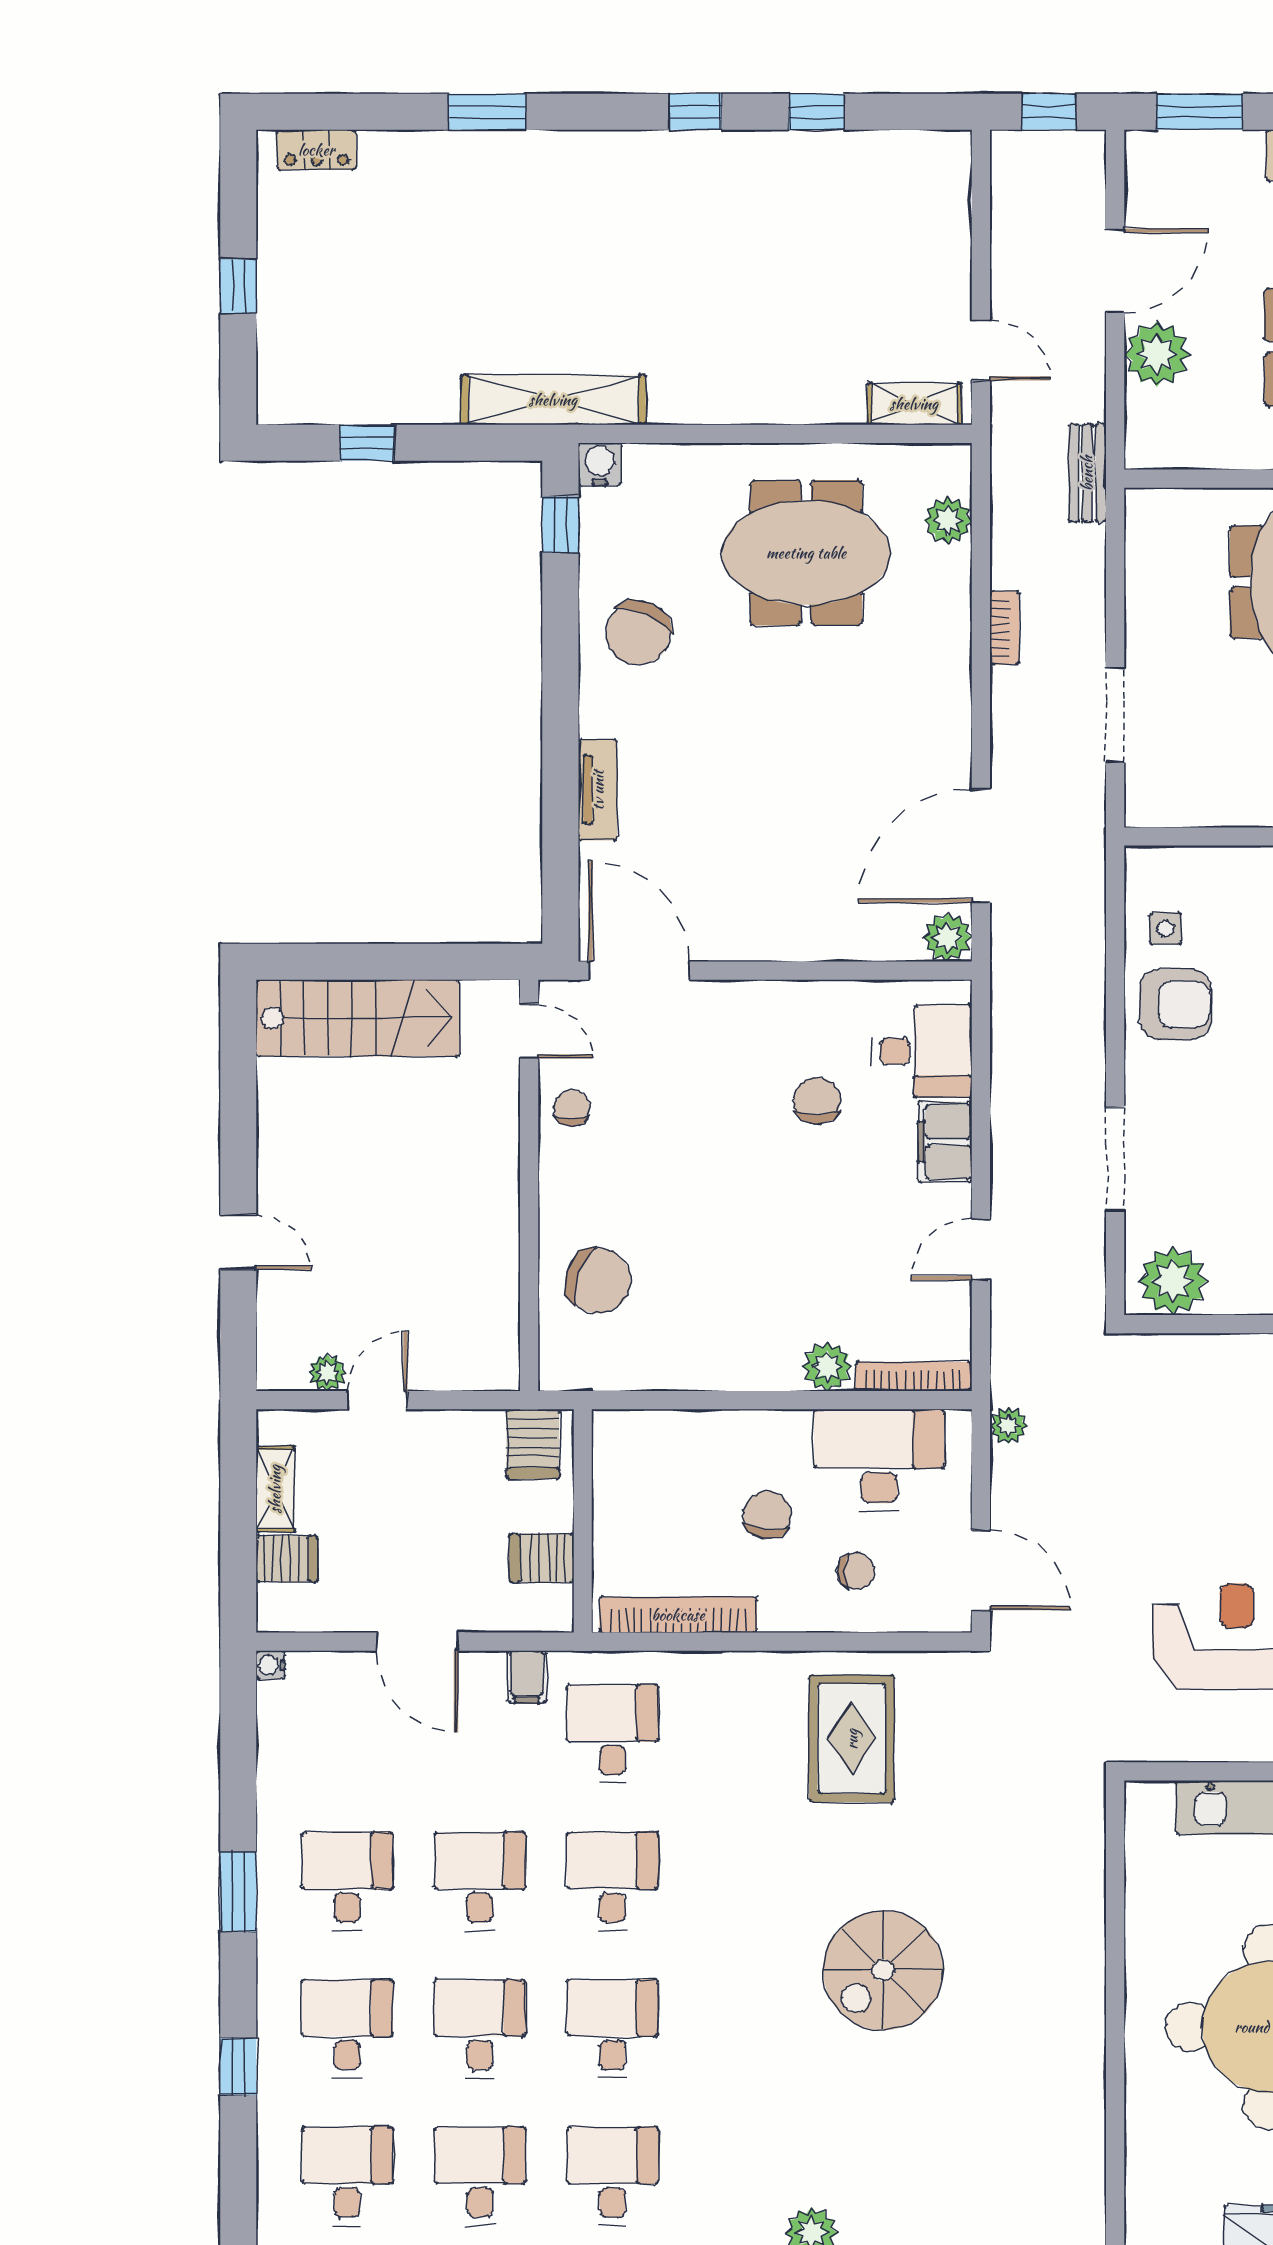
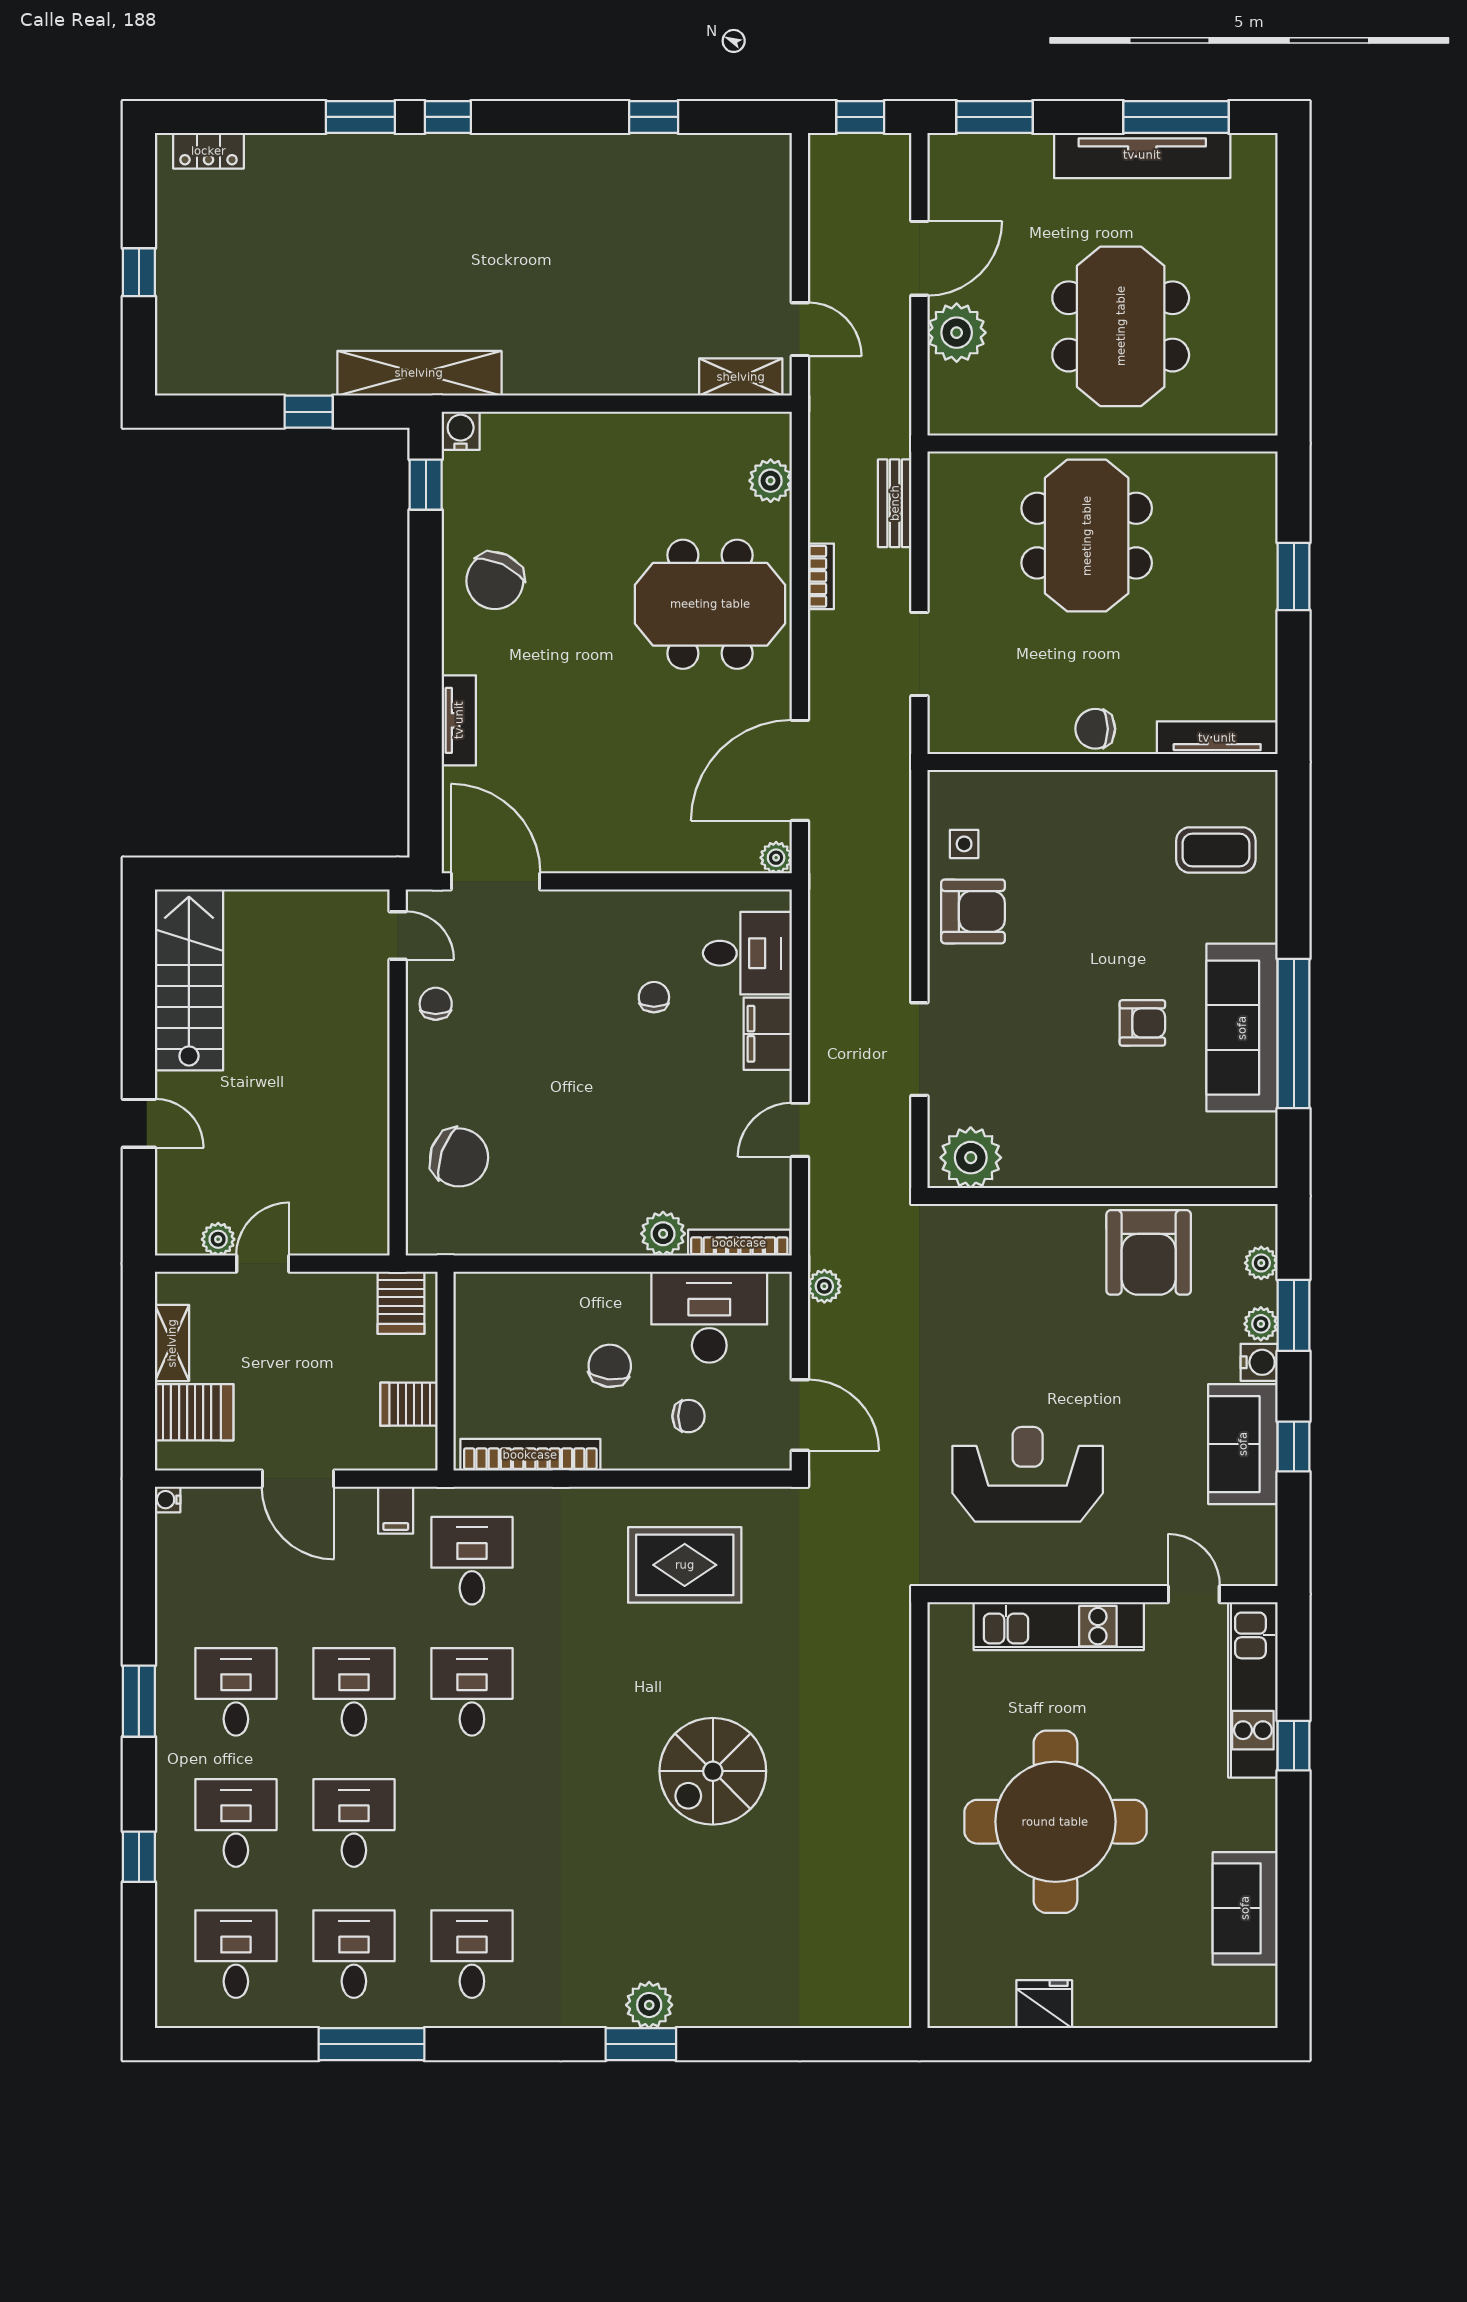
window: (695, 112) -> (448, 117), moved
window: (367, 443) -> (309, 412), moved
bench: (1087, 473) -> (895, 503), moved
meeting table: (806, 553) -> (710, 604), moved
plant: (947, 937) -> (776, 858), width x0.73, depth x0.73
stairs: (358, 1018) -> (189, 980), moved, turned -90
chair: (817, 1101) -> (654, 997), width x0.73, depth x0.73
server rack: (287, 1559) -> (194, 1412), width x1.36, depth x1.44
rug: (852, 1739) -> (685, 1565), turned 90
desk: (612, 2028) -> (472, 1823), removed

